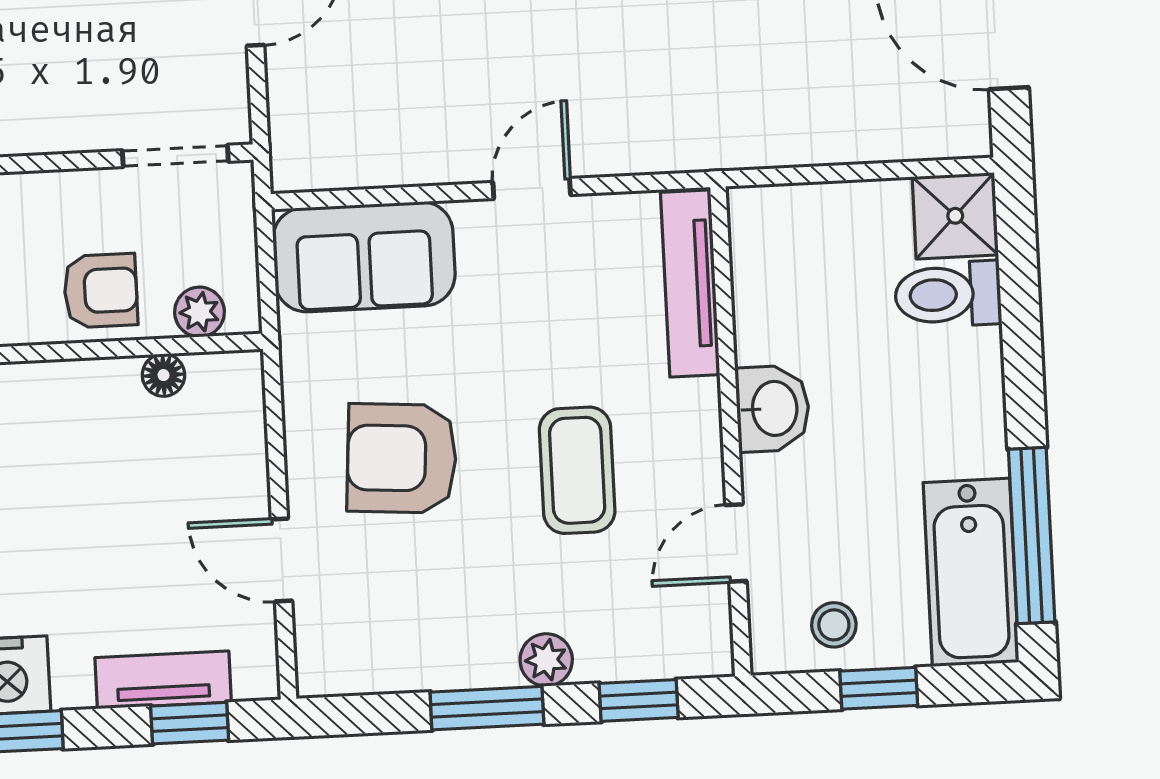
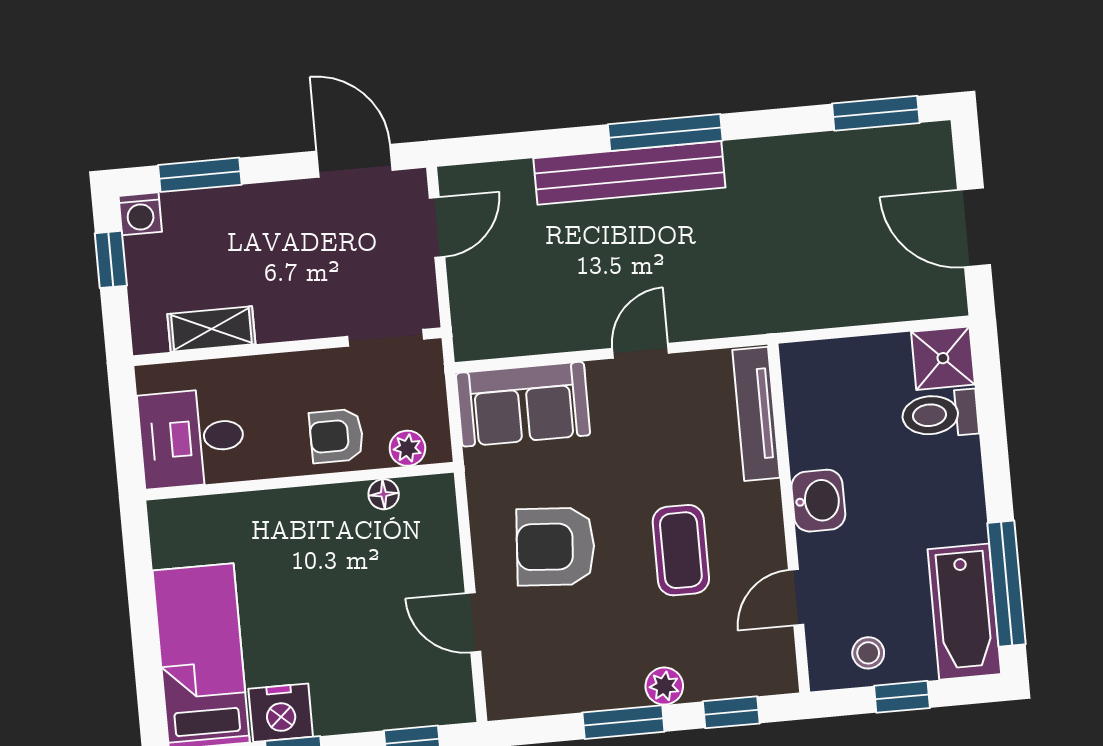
armchair: (101, 291) -> (336, 436), turned 180
tv unit: (163, 680) -> (392, 711), removed

